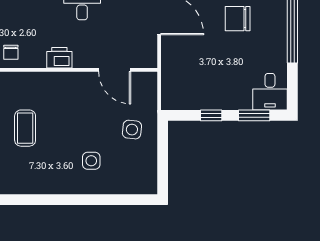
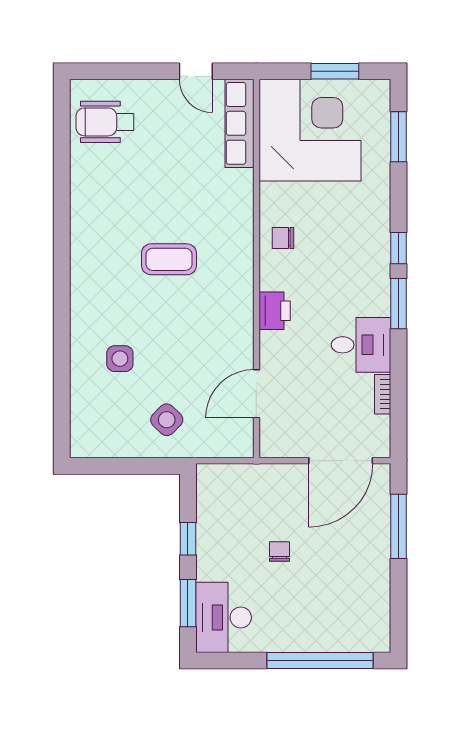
chair: (238, 19) -> (279, 551), moved, width x0.54, depth x0.54
desk: (270, 92) -> (224, 617), width x1.37
side table: (132, 130) -> (167, 420), turned 38

